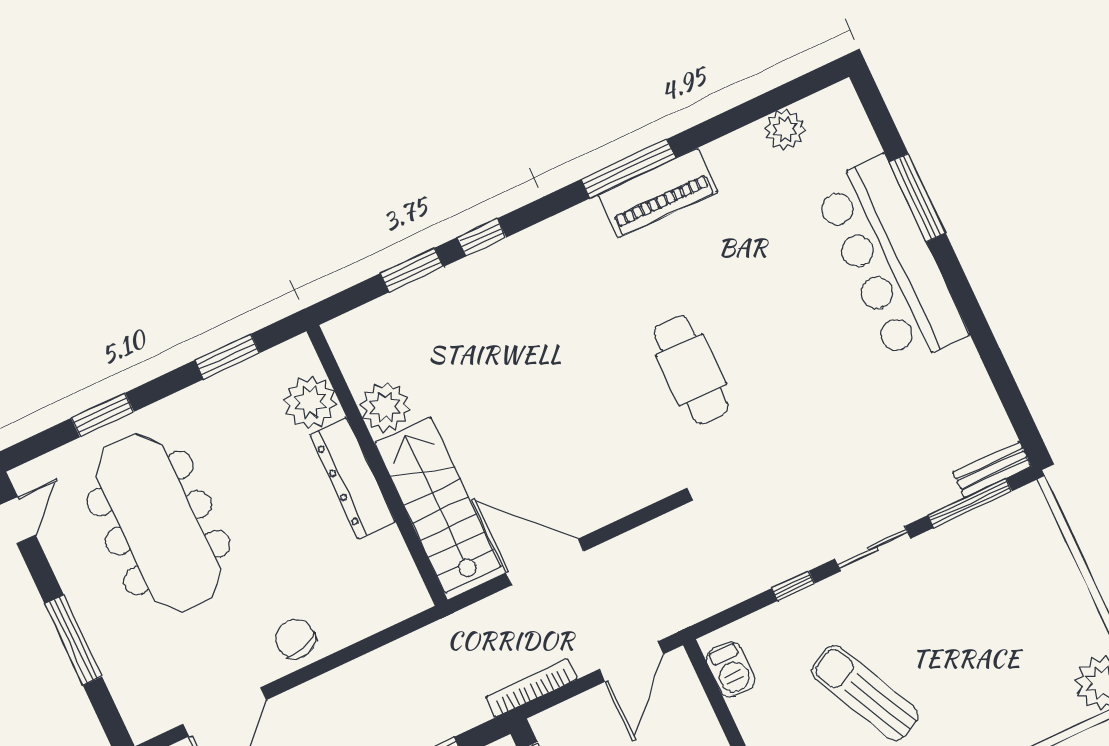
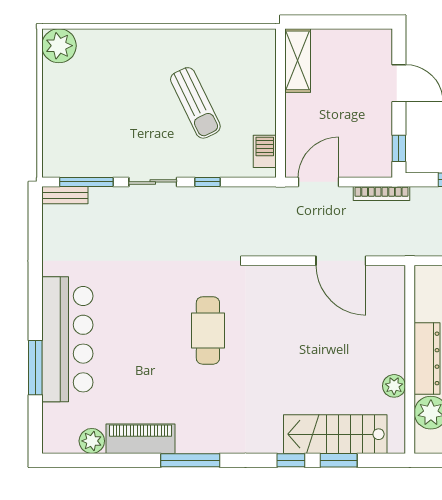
piano: (658, 193) -> (140, 439), moved
plant: (385, 407) -> (394, 386), width x0.73, depth x0.73
stairs: (438, 505) -> (335, 434), moved, turned 90

